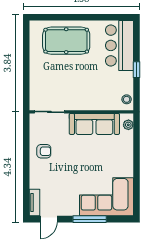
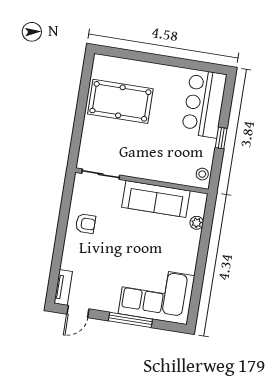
pool table: (66, 41) -> (120, 101), moved
plant: (128, 125) -> (197, 223), moved

